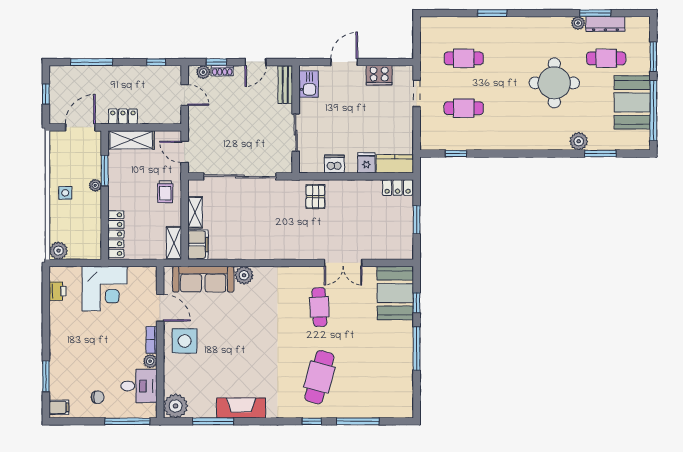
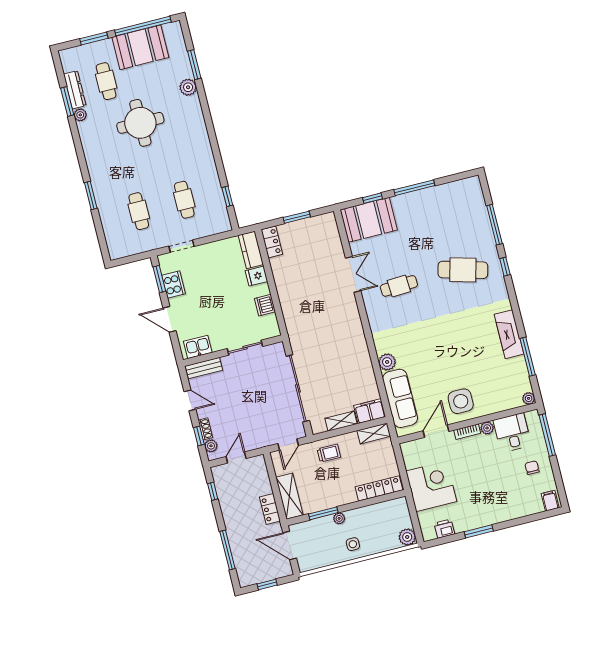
window: (388, 62) -> (159, 279), added
pallet: (315, 197) -> (299, 315), removed
window: (46, 376) -> (479, 531), moved
plant: (176, 406) -> (529, 398), width x0.53, depth x0.53

